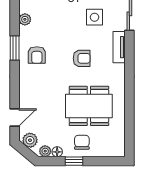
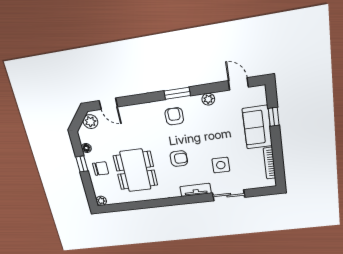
armchair: (37, 55) -> (174, 116), turned 90
armchair: (82, 58) -> (179, 159), turned -90
plant: (45, 151) -> (101, 201), moved

